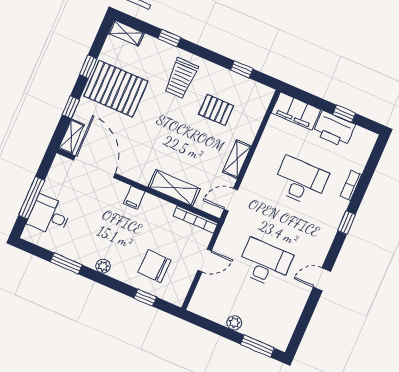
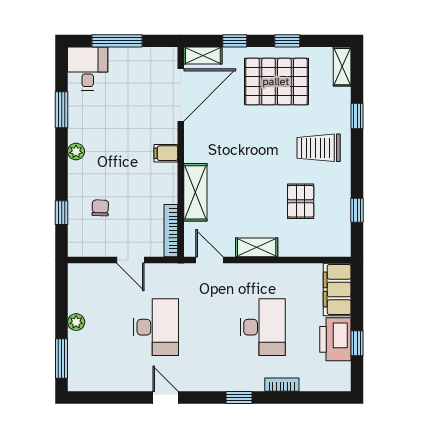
pallet: (116, 89) -> (276, 82), turned 90
desk: (49, 215) -> (88, 69), moved
chair: (154, 266) -> (100, 208), width x0.54, depth x0.54

